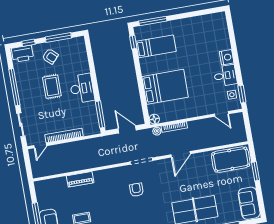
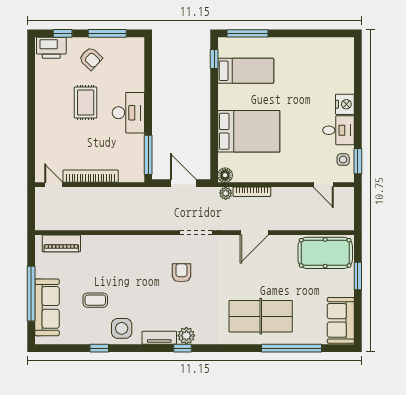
window: (14, 87) -> (31, 94), removed
sliding door: (21, 125) -> (31, 150), removed
door: (40, 146) -> (54, 185), swing flipped
piano: (80, 179) -> (61, 243), moved

